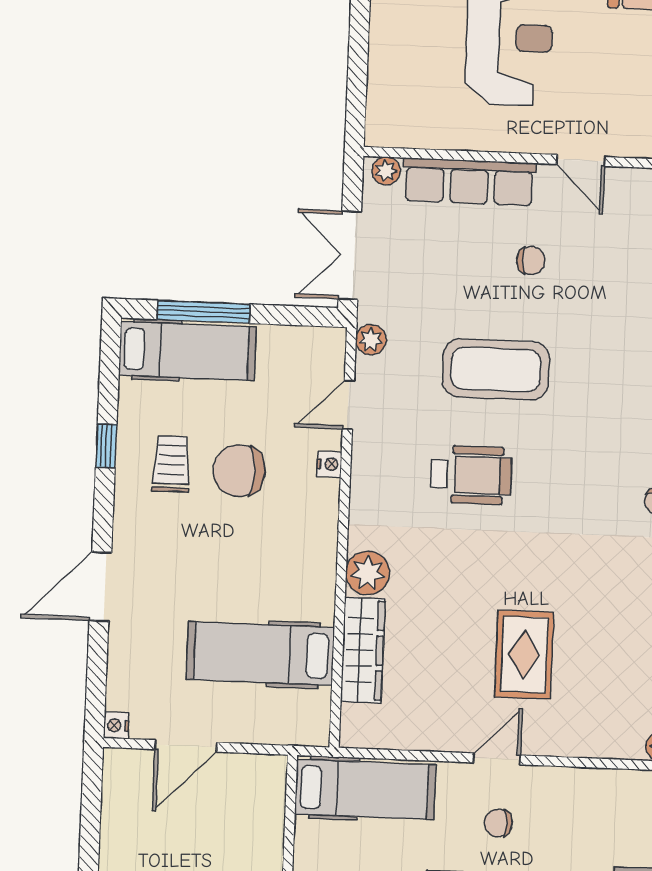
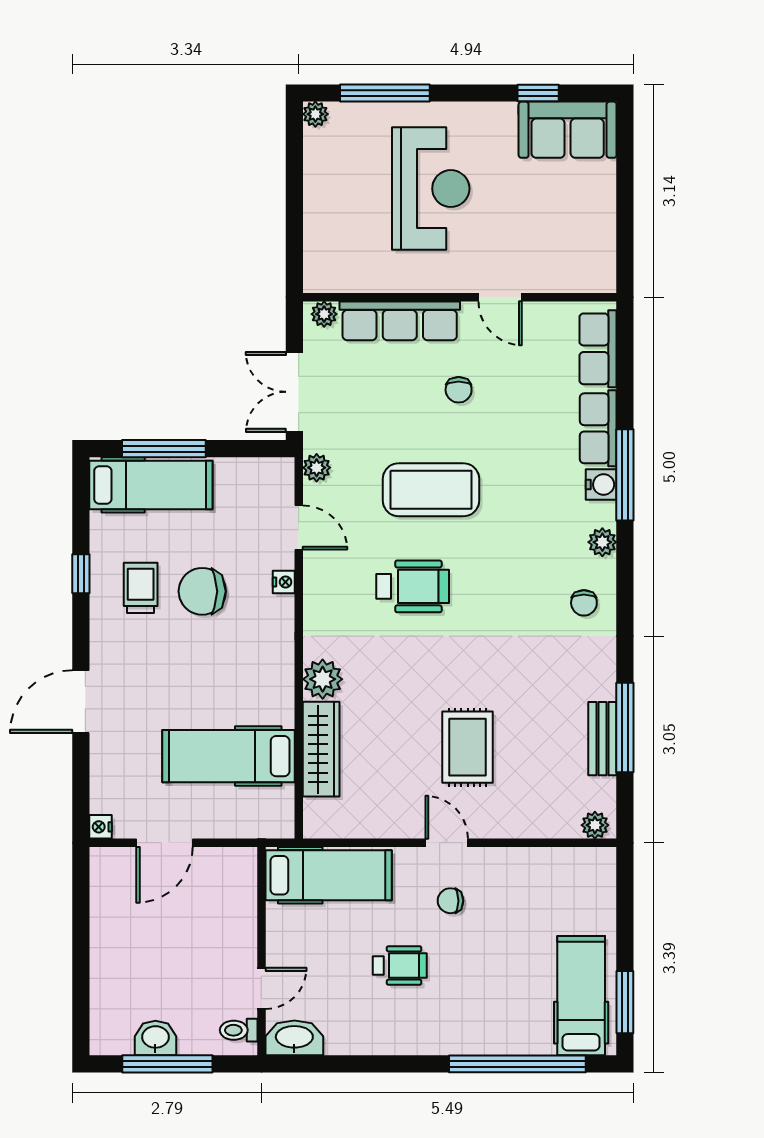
chair: (531, 260) -> (459, 390), turned 92
door: (348, 405) -> (299, 528), swing flipped
door: (497, 759) -> (447, 843), hinge flipped

